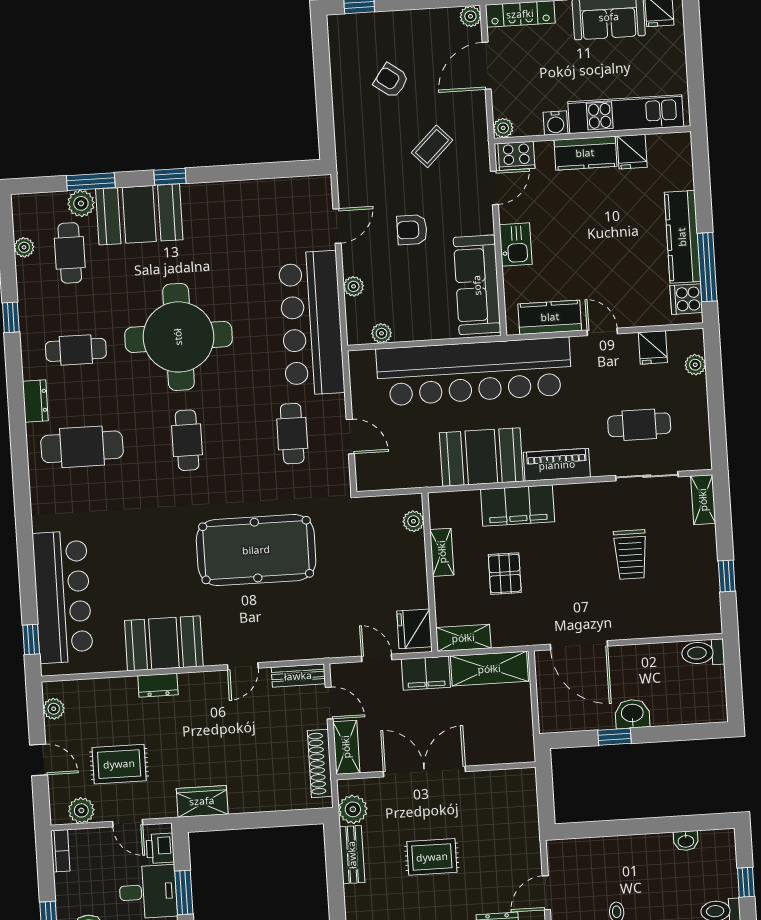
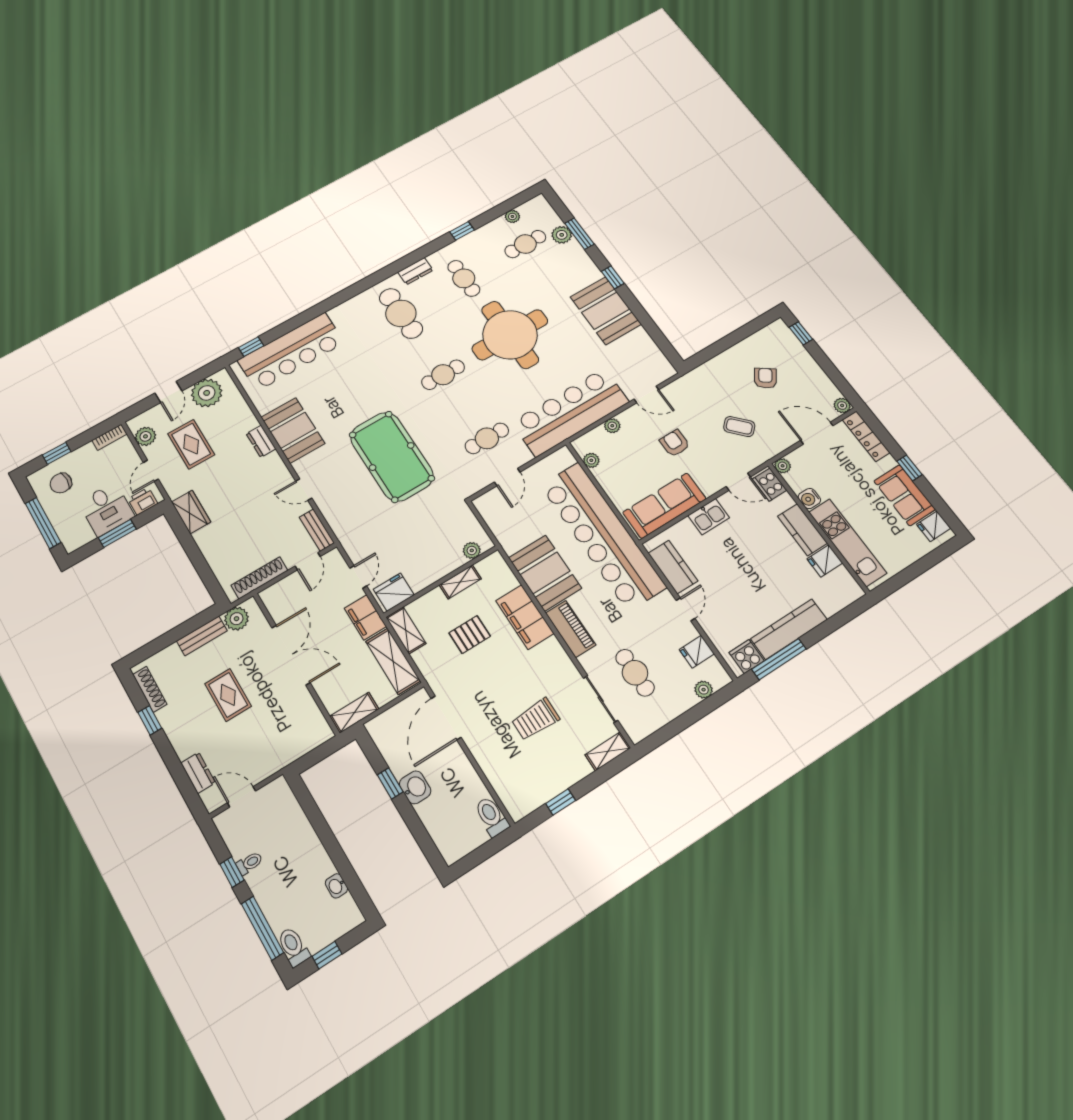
booth: (139, 214) -> (606, 311), moved
plant: (54, 709) -> (207, 393), width x1.87, depth x1.87
shelving: (346, 747) -> (354, 713), moved

